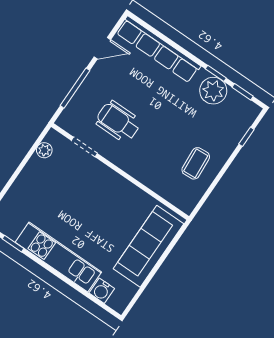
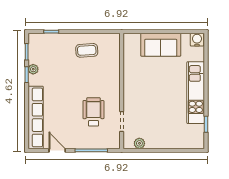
plant: (213, 91) -> (33, 69), width x0.53, depth x0.53
wheelchair: (118, 122) -> (93, 112), turned 180
sofa: (149, 246) -> (161, 45), width x0.73
water cooler: (102, 291) -> (197, 40), moved, turned -90

